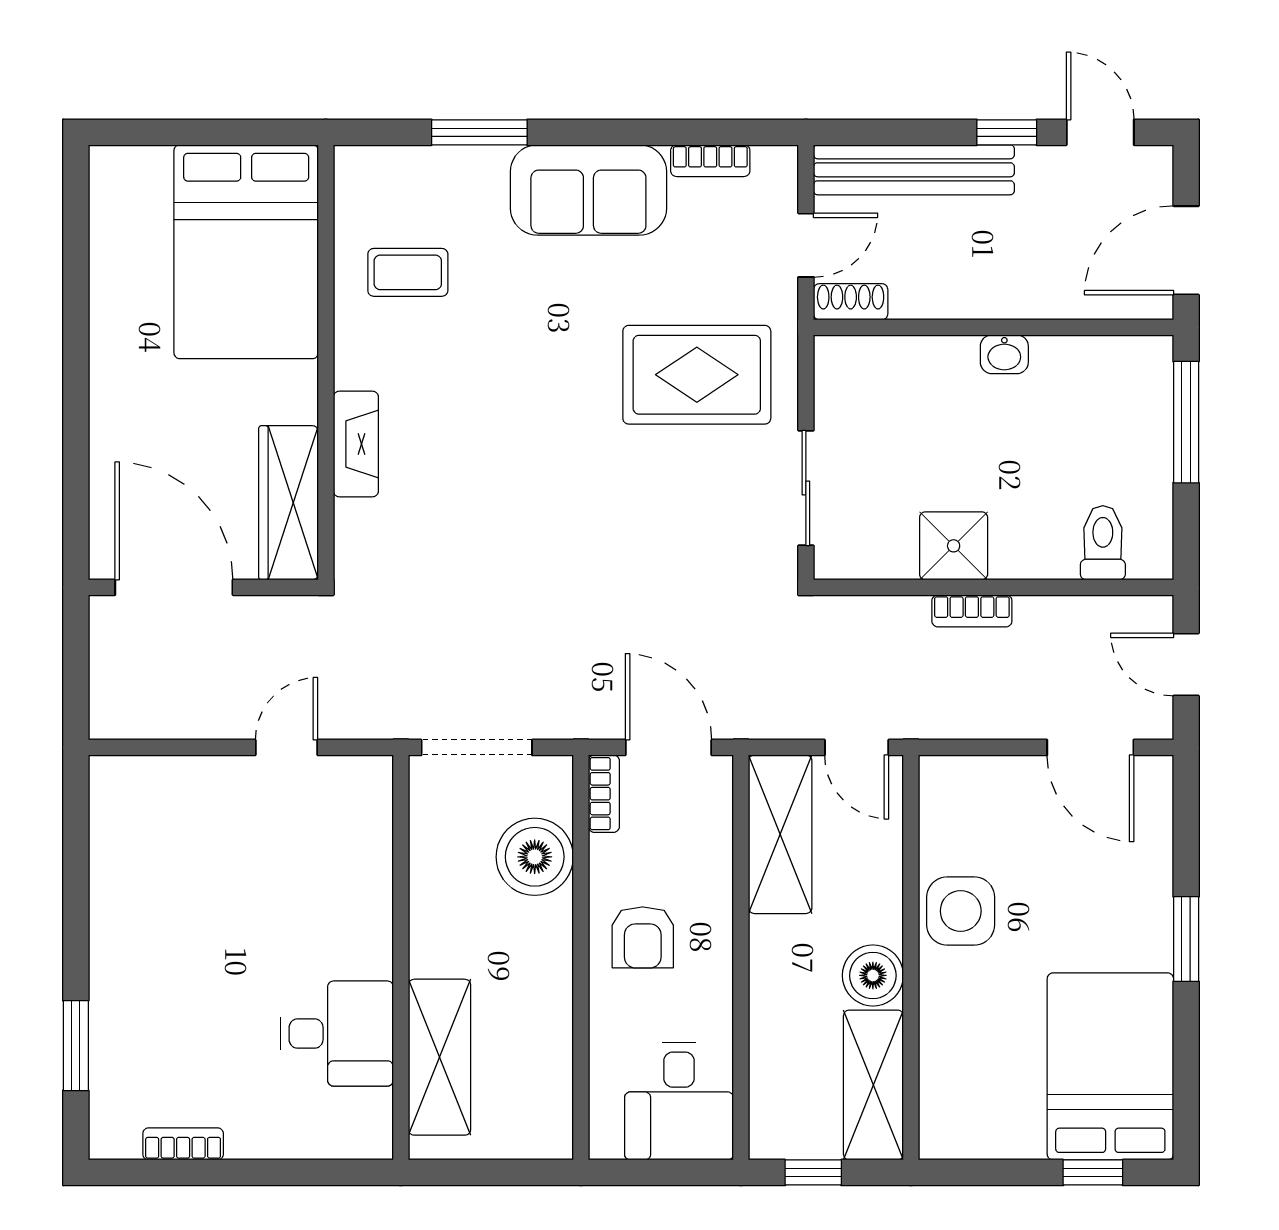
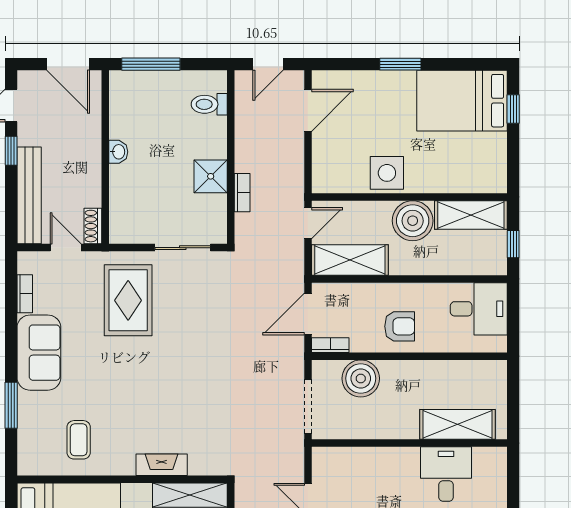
bookcase: (972, 611) -> (242, 193), moved
boiler: (873, 975) -> (413, 221), width x1.37, depth x1.37

